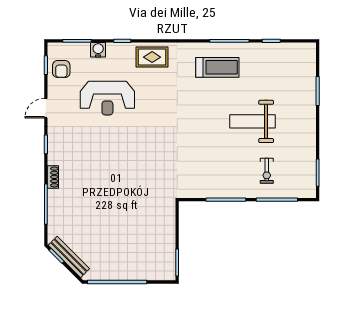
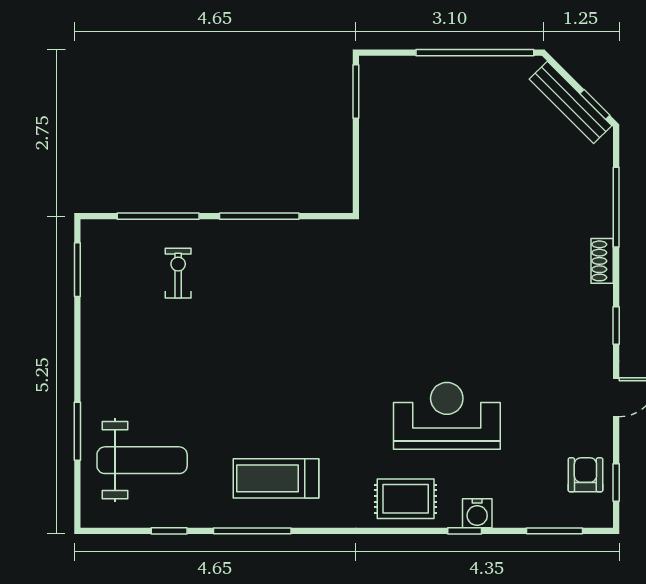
water cooler: (98, 50) -> (477, 513), moved
reception desk: (107, 98) -> (447, 416), moved
weight bench: (252, 121) -> (142, 460), moved

